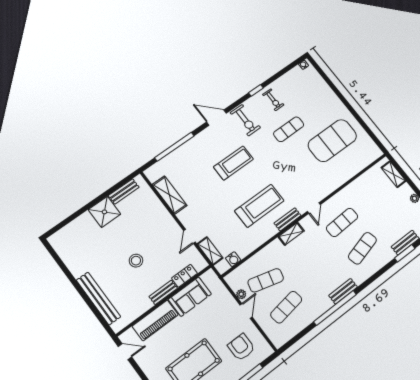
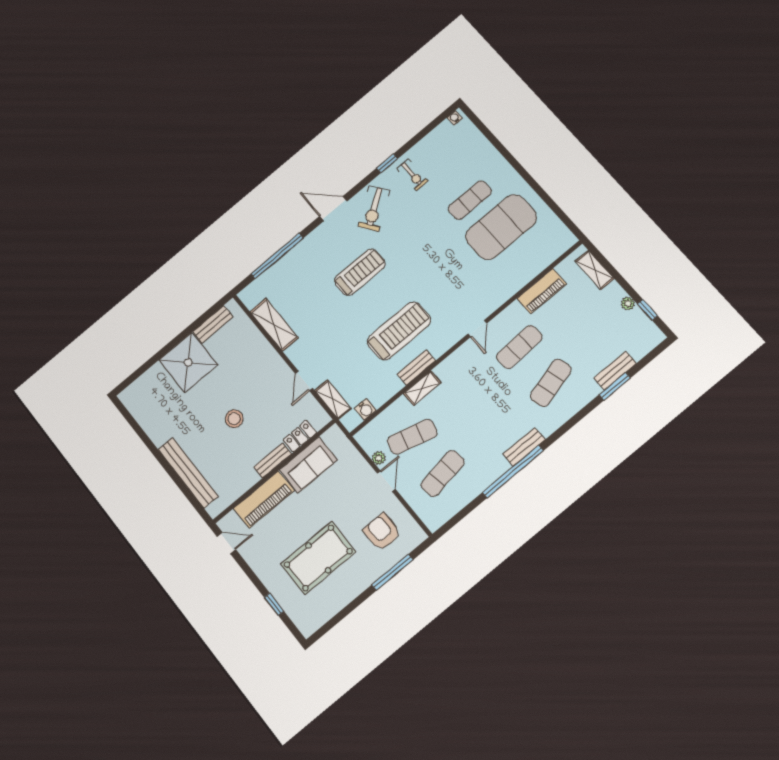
exercise bike: (245, 120) -> (374, 209), turned 55
exercise mat: (289, 129) -> (470, 200), moved
piano: (358, 186) -> (542, 291), added
shower: (104, 212) -> (188, 362), width x1.37, depth x1.37
bench: (288, 219) -> (416, 368), moved
shelving: (291, 234) -> (422, 388), moved

